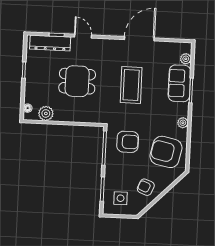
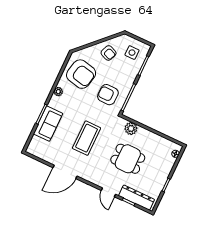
plant: (186, 59) -> (35, 141), removed
plant: (46, 113) -> (131, 129), moved

